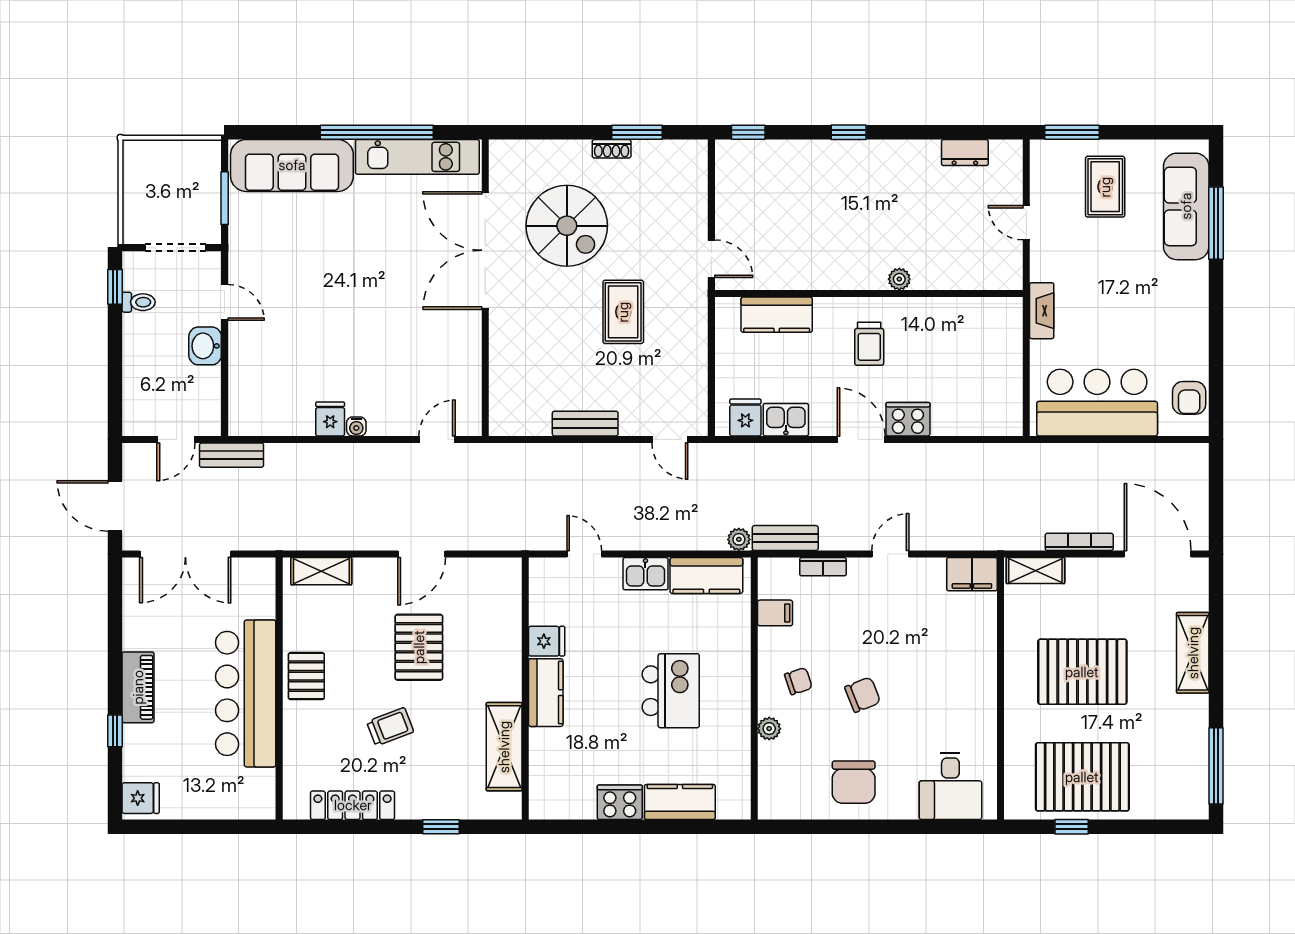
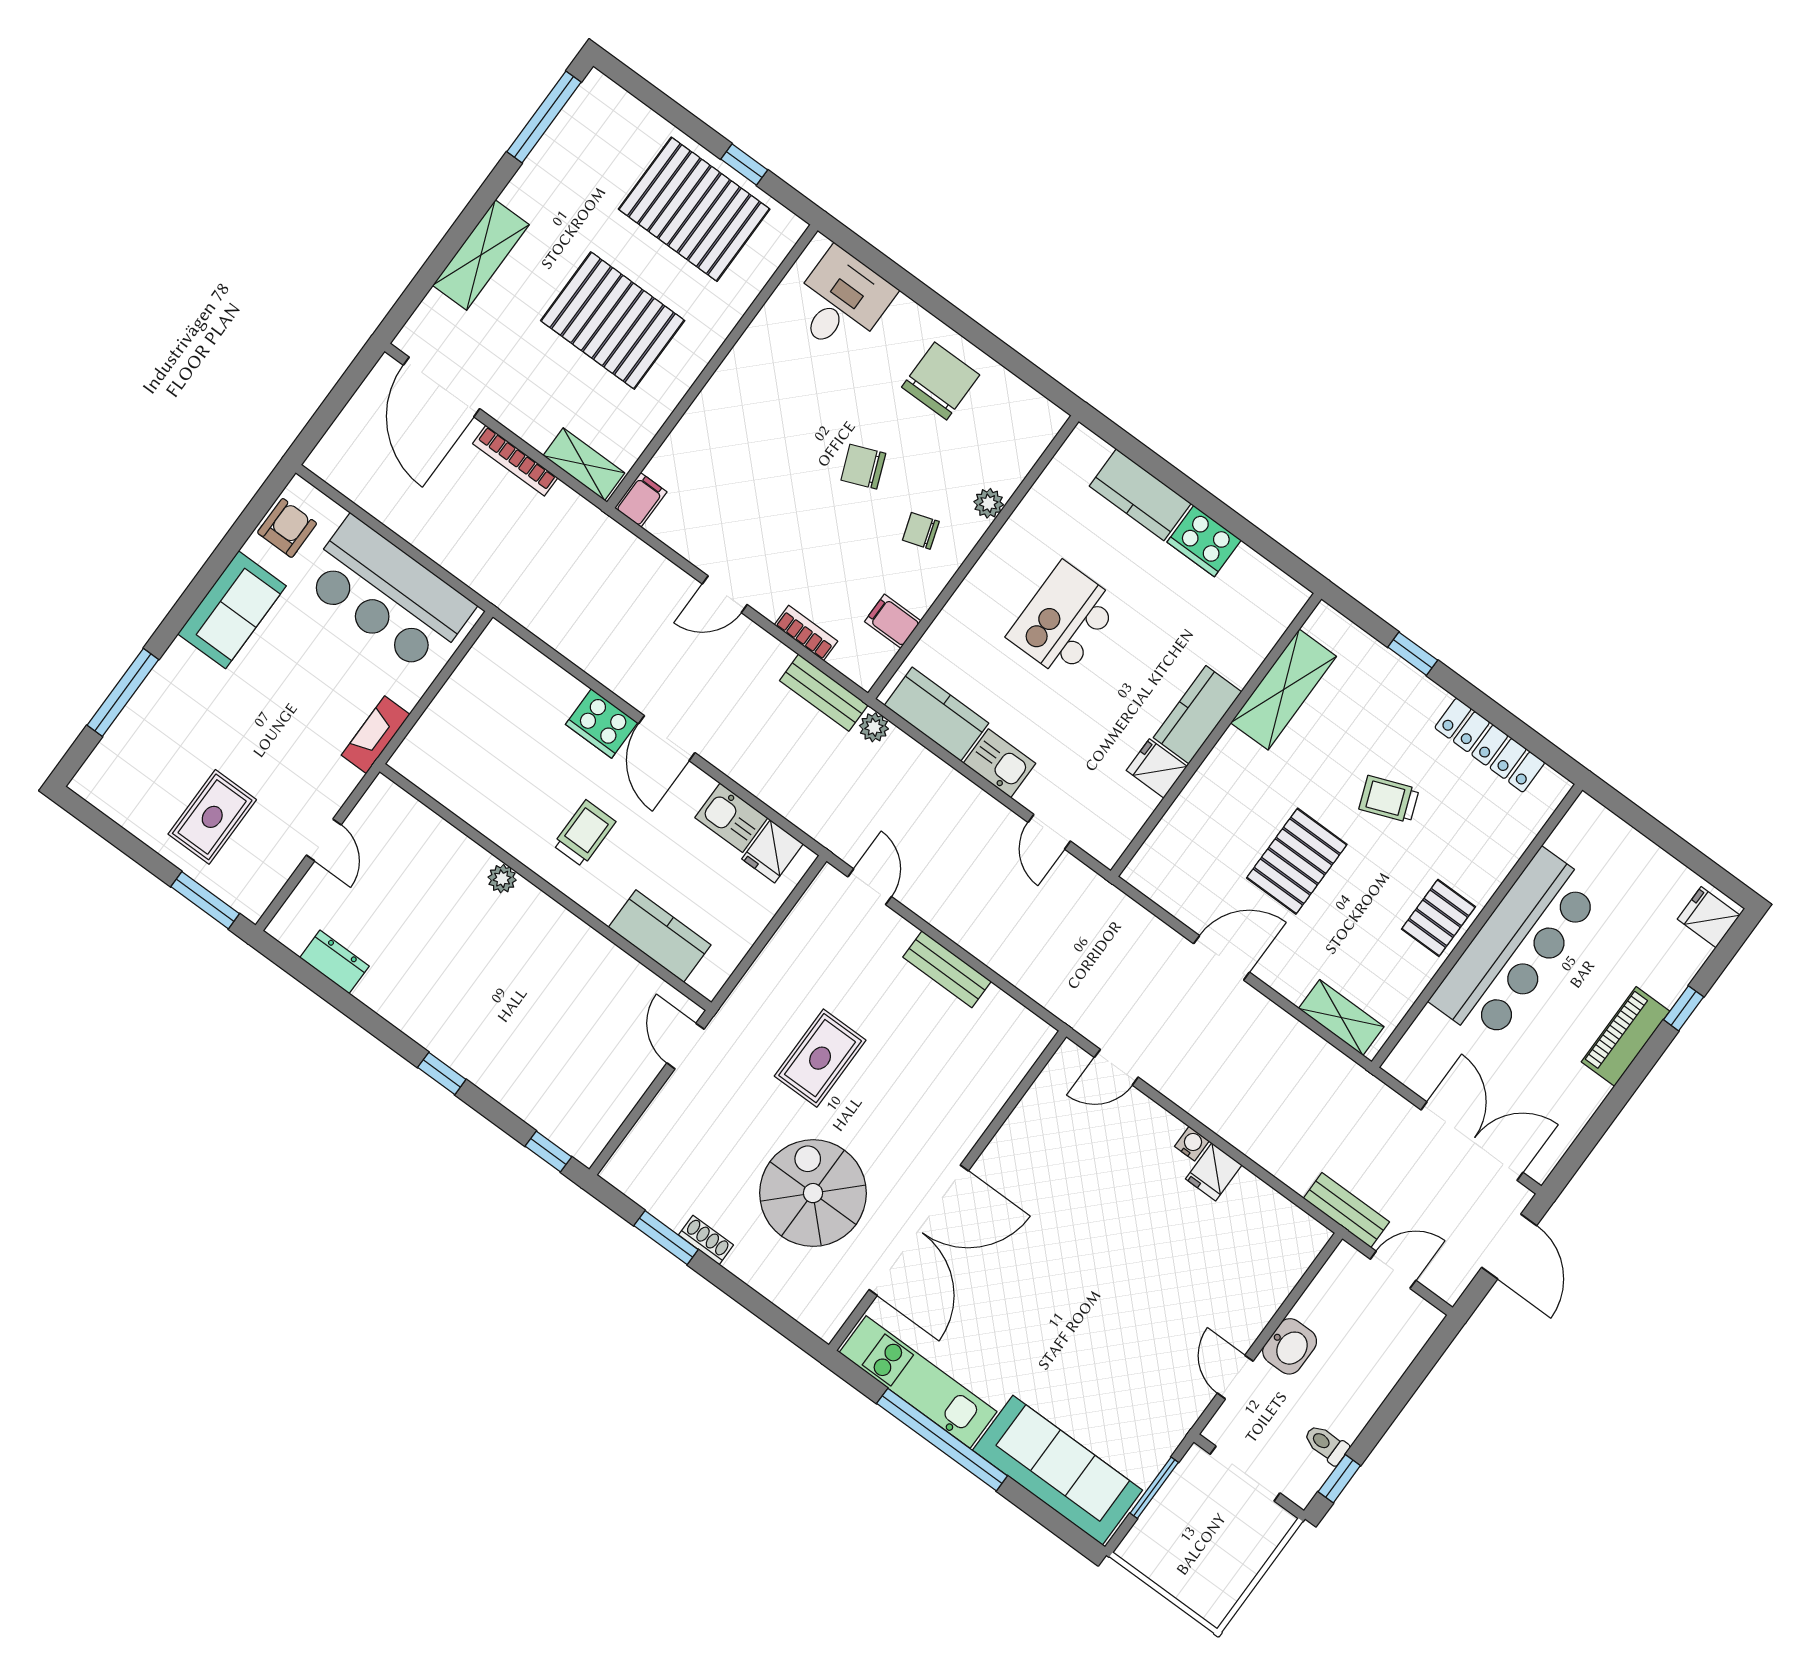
sofa: (1186, 206) -> (232, 610), moved, width x0.73
filing cabinet: (972, 574) -> (641, 500), width x0.50

